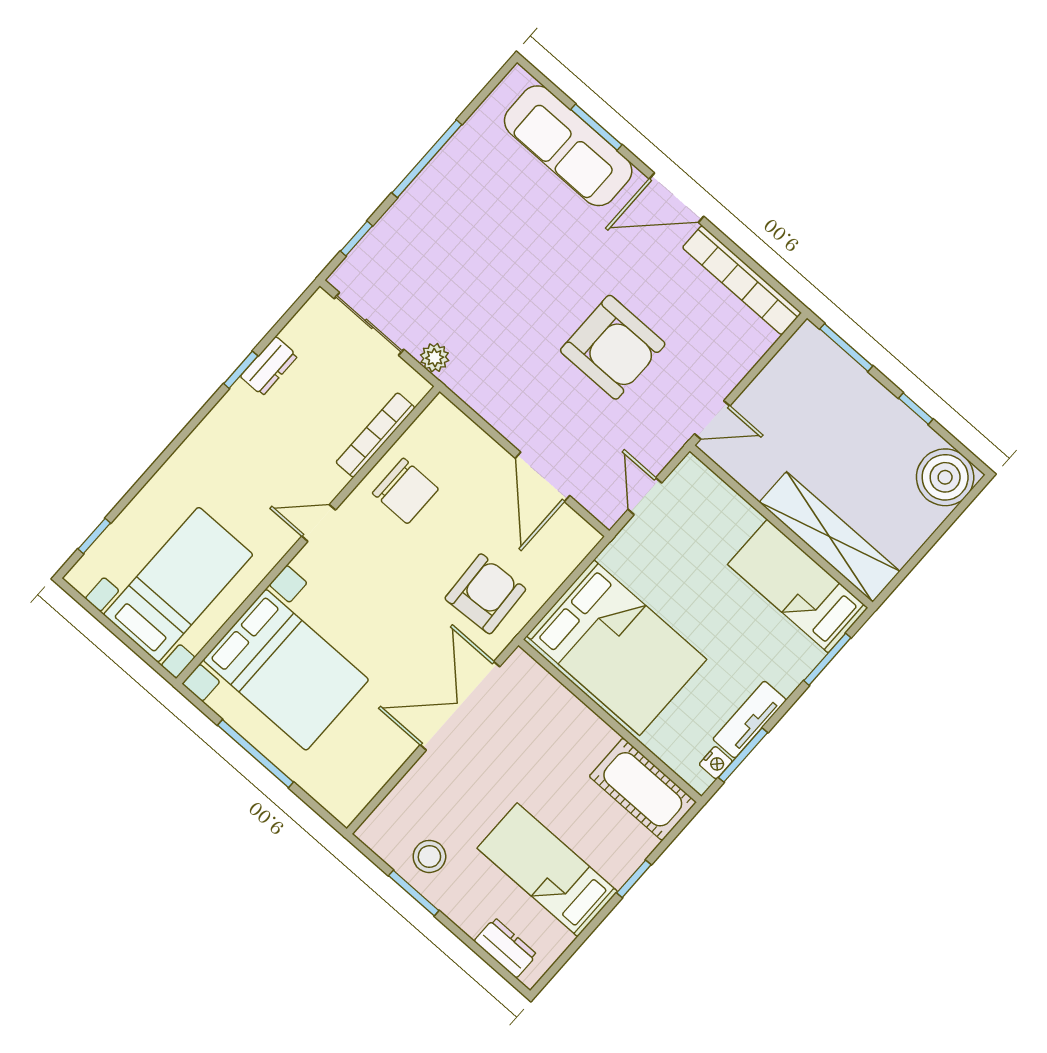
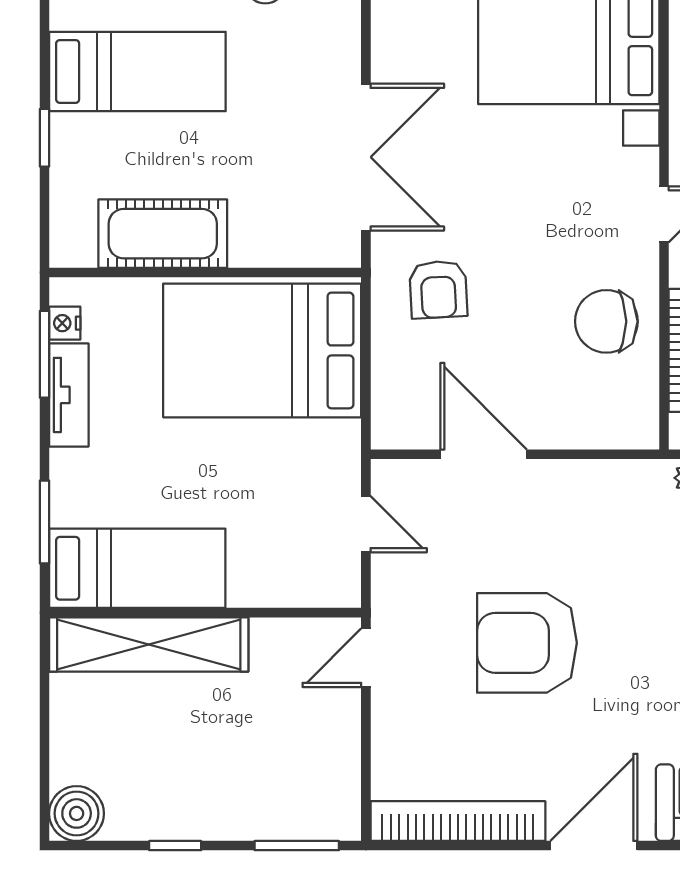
boiler: (945, 477) -> (77, 813), width x0.73, depth x0.73
armchair: (485, 594) -> (438, 289), width x0.72, depth x0.72
cot: (643, 789) -> (163, 234), moved

